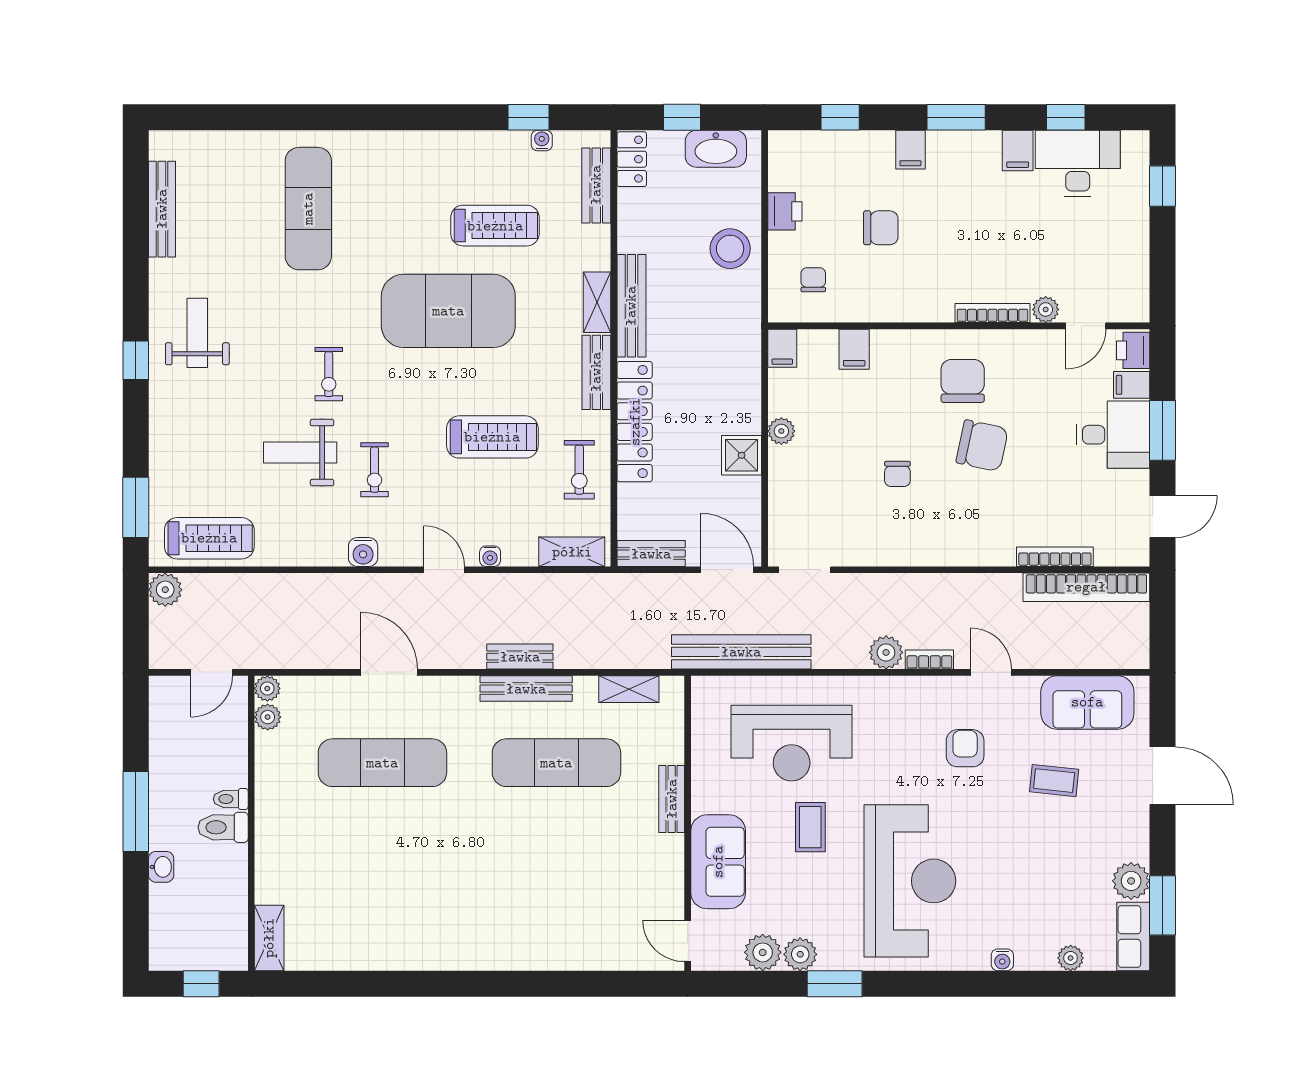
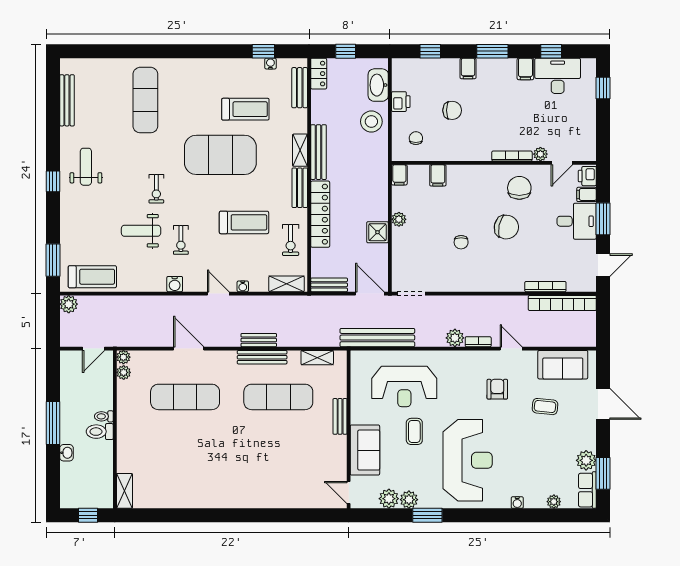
washbasin: (716, 149) -> (378, 85), moved, turned 90
chair: (963, 381) -> (519, 188), moved

